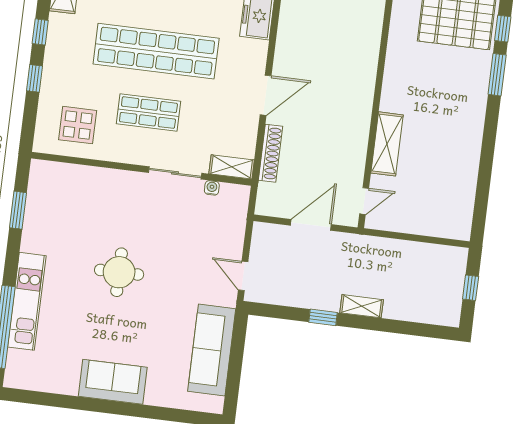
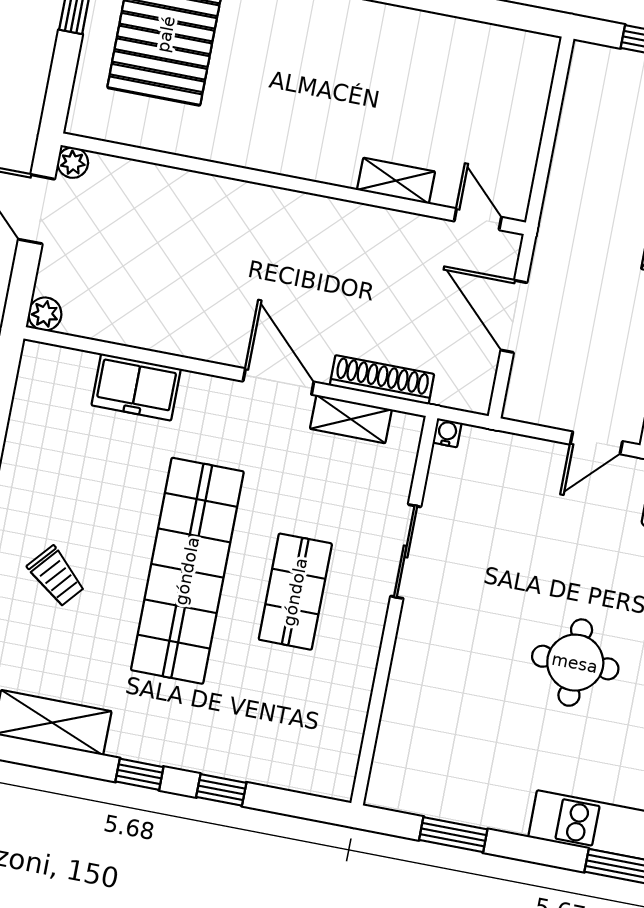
display table: (78, 125) -> (309, 719), removed
shelving: (387, 144) -> (396, 181), width x0.67, depth x0.75
shelving: (232, 167) -> (351, 419), moved, turned 90
water cooler: (212, 188) -> (447, 433), moved, turned 90

